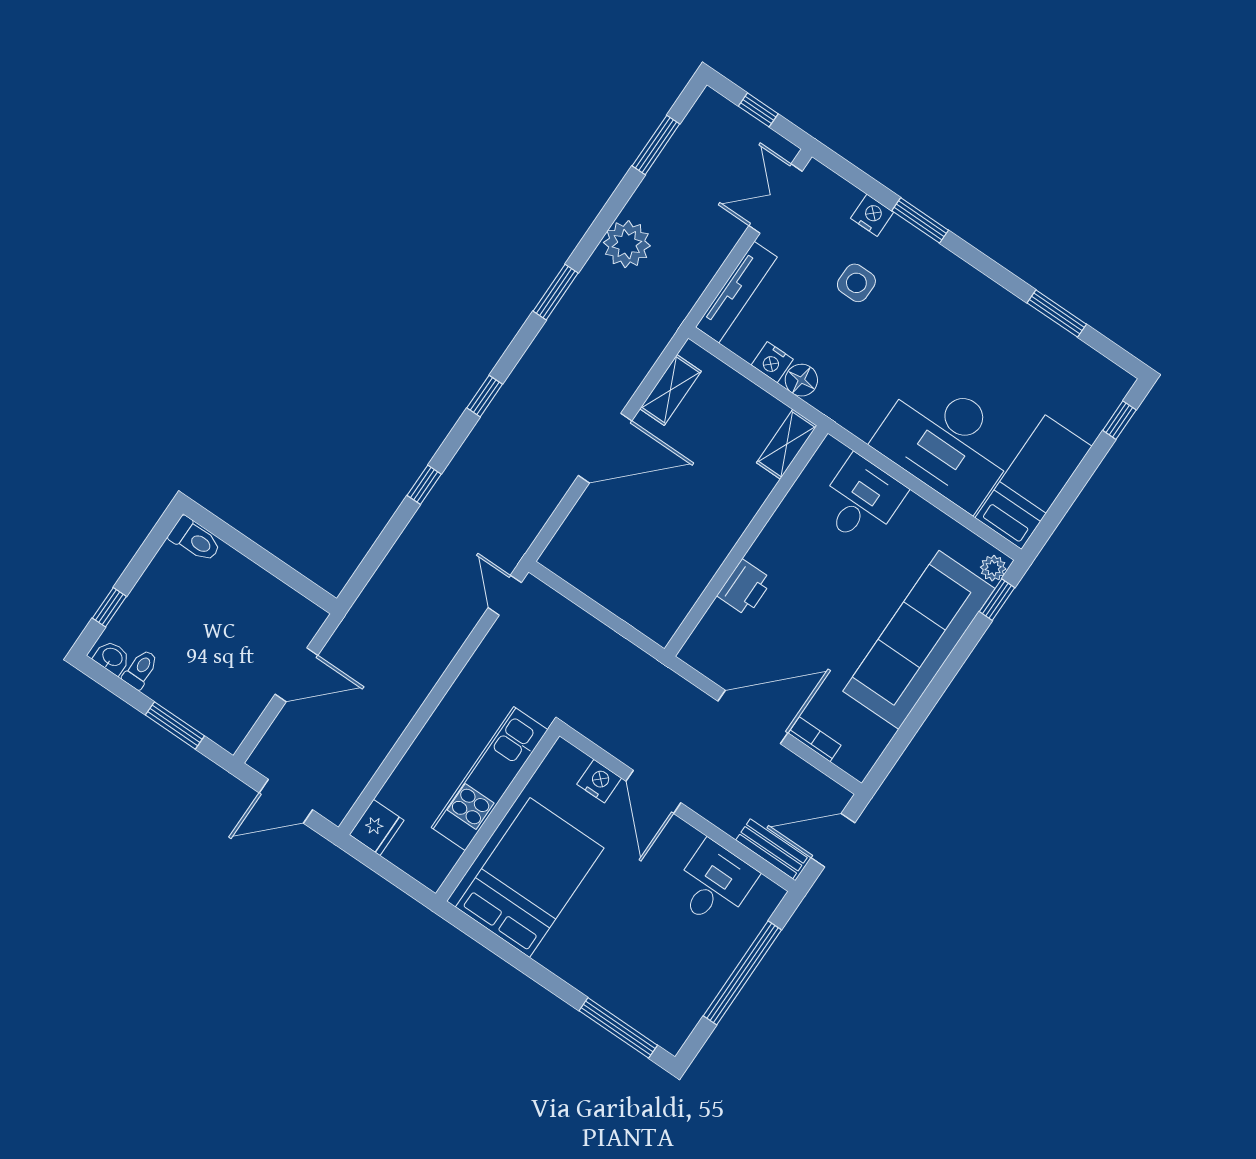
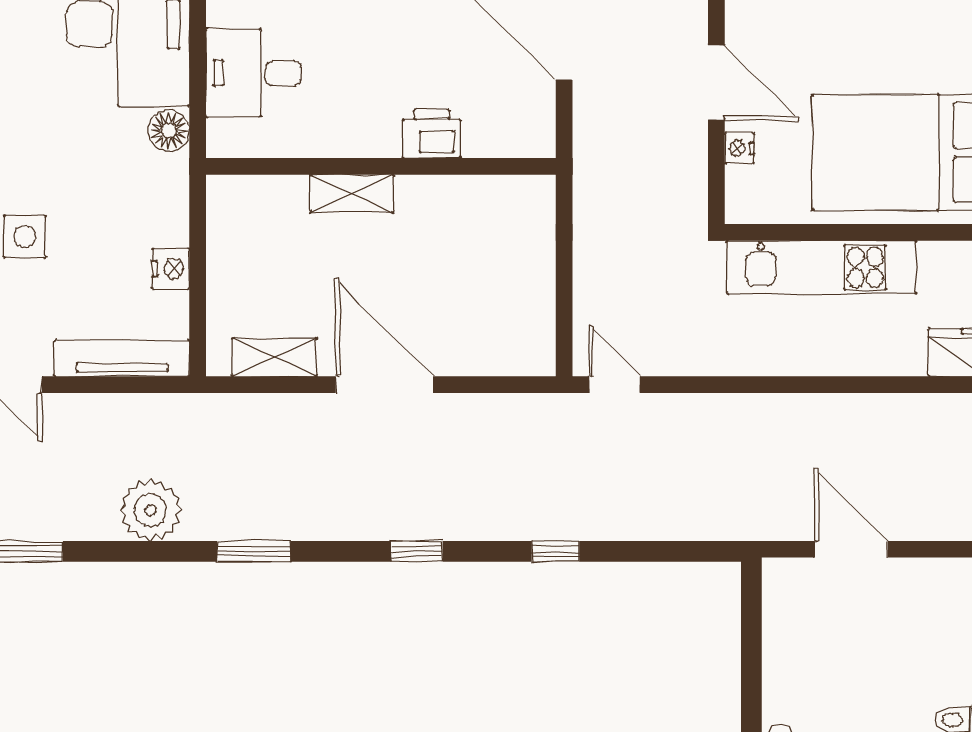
floor lamp: (801, 380) -> (169, 131), moved
shelving: (787, 444) -> (352, 194), moved
door: (505, 595) -> (615, 385), swing flipped
nightstand: (599, 781) -> (739, 148), width x0.72, depth x0.74
door: (653, 792) -> (716, 83), hinge flipped

